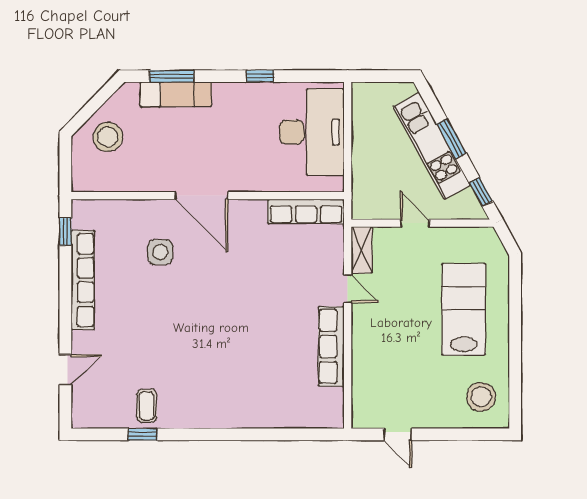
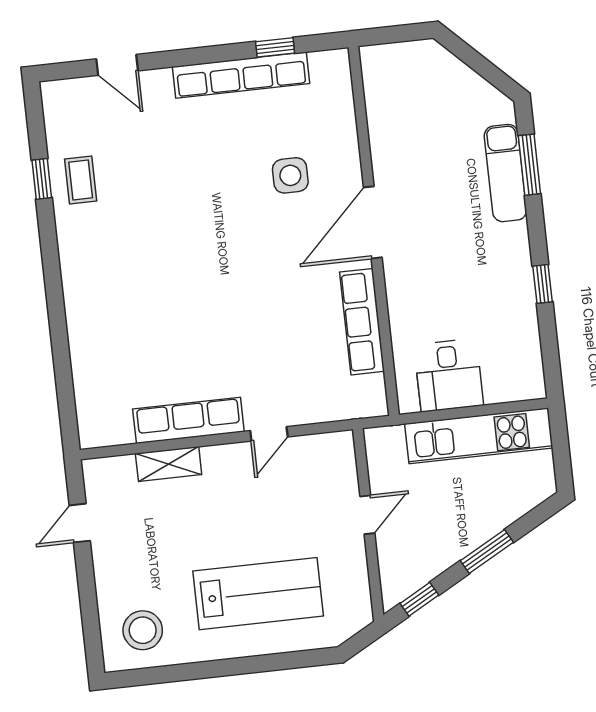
desk: (312, 132) -> (449, 375), width x0.53, depth x0.77
stool: (108, 137) -> (438, 87), removed
kitchen unit: (432, 146) -> (479, 436), moved, turned -151
row of seats: (306, 211) -> (362, 322), moved
window: (65, 232) -> (275, 47), moved
shelving: (362, 250) -> (169, 464), moved
coffee table: (147, 406) -> (81, 180), turned 90

